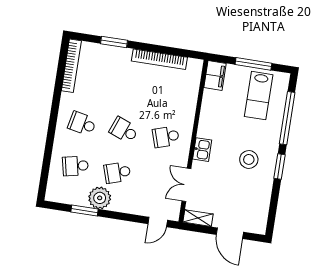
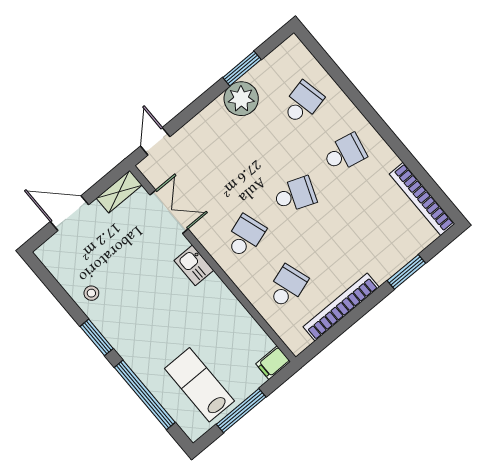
filing cabinet: (215, 76) -> (273, 363), width x0.50
stool: (249, 159) -> (91, 293), moved, width x0.53, depth x0.53
school desk: (117, 172) -> (287, 287), moved

